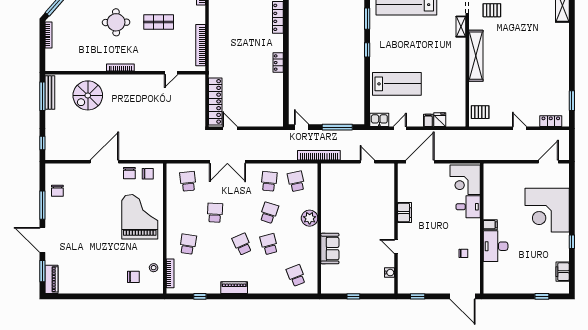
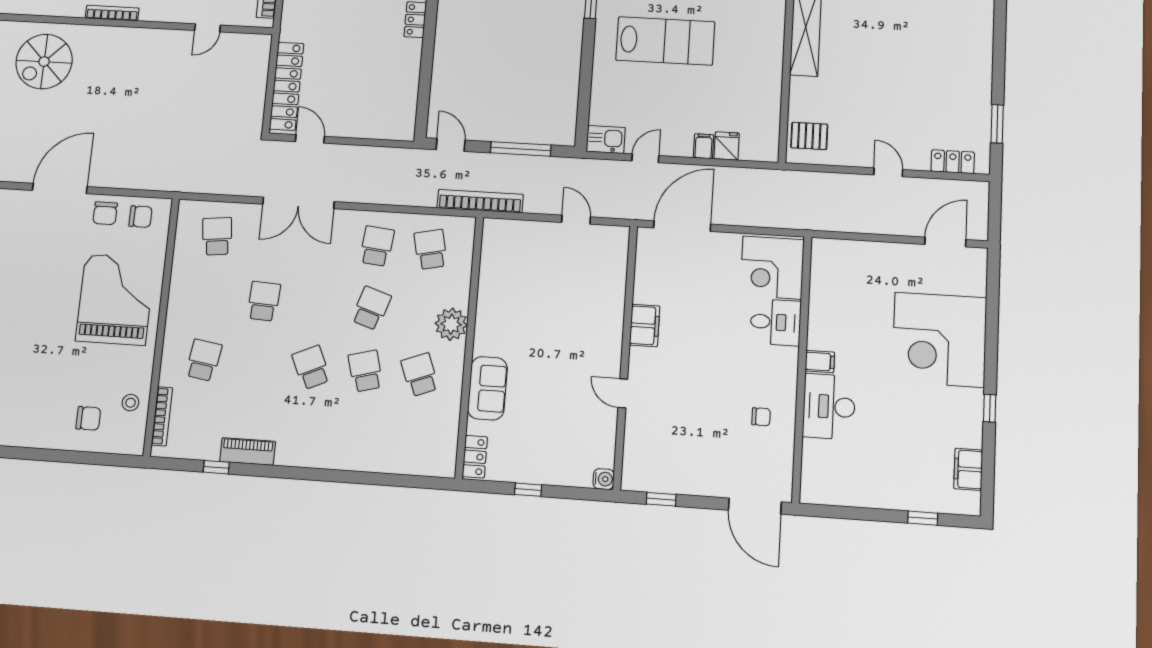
lab bench: (397, 84) -> (665, 41), moved
water cooler: (389, 273) -> (604, 479), moved
school desk: (296, 276) -> (420, 375), moved
locker: (326, 282) -> (475, 457), added
piano: (234, 288) -> (248, 451), moved

